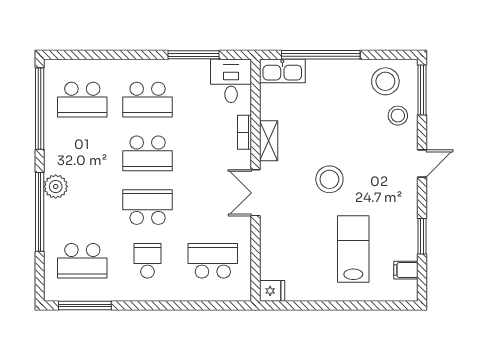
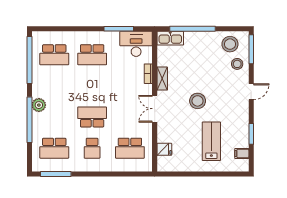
desk: (231, 81) -> (136, 44), width x1.37
school desk: (148, 153) -> (92, 86), removed
school desk: (148, 261) -> (92, 148), turned 180
school desk: (213, 261) -> (130, 148), turned 180
fridge: (272, 291) -> (164, 149), moved

